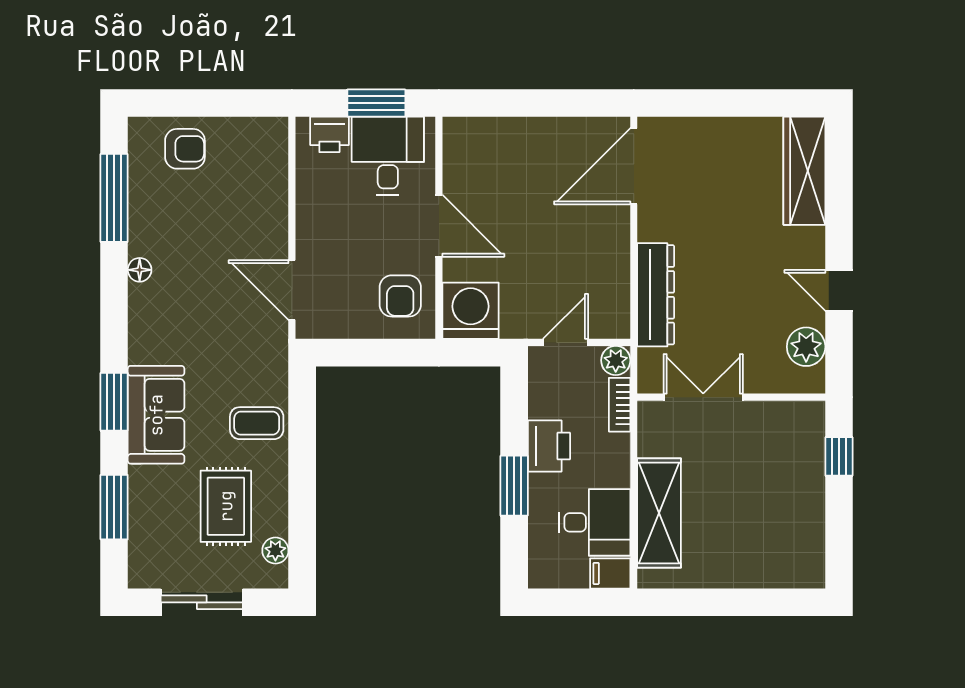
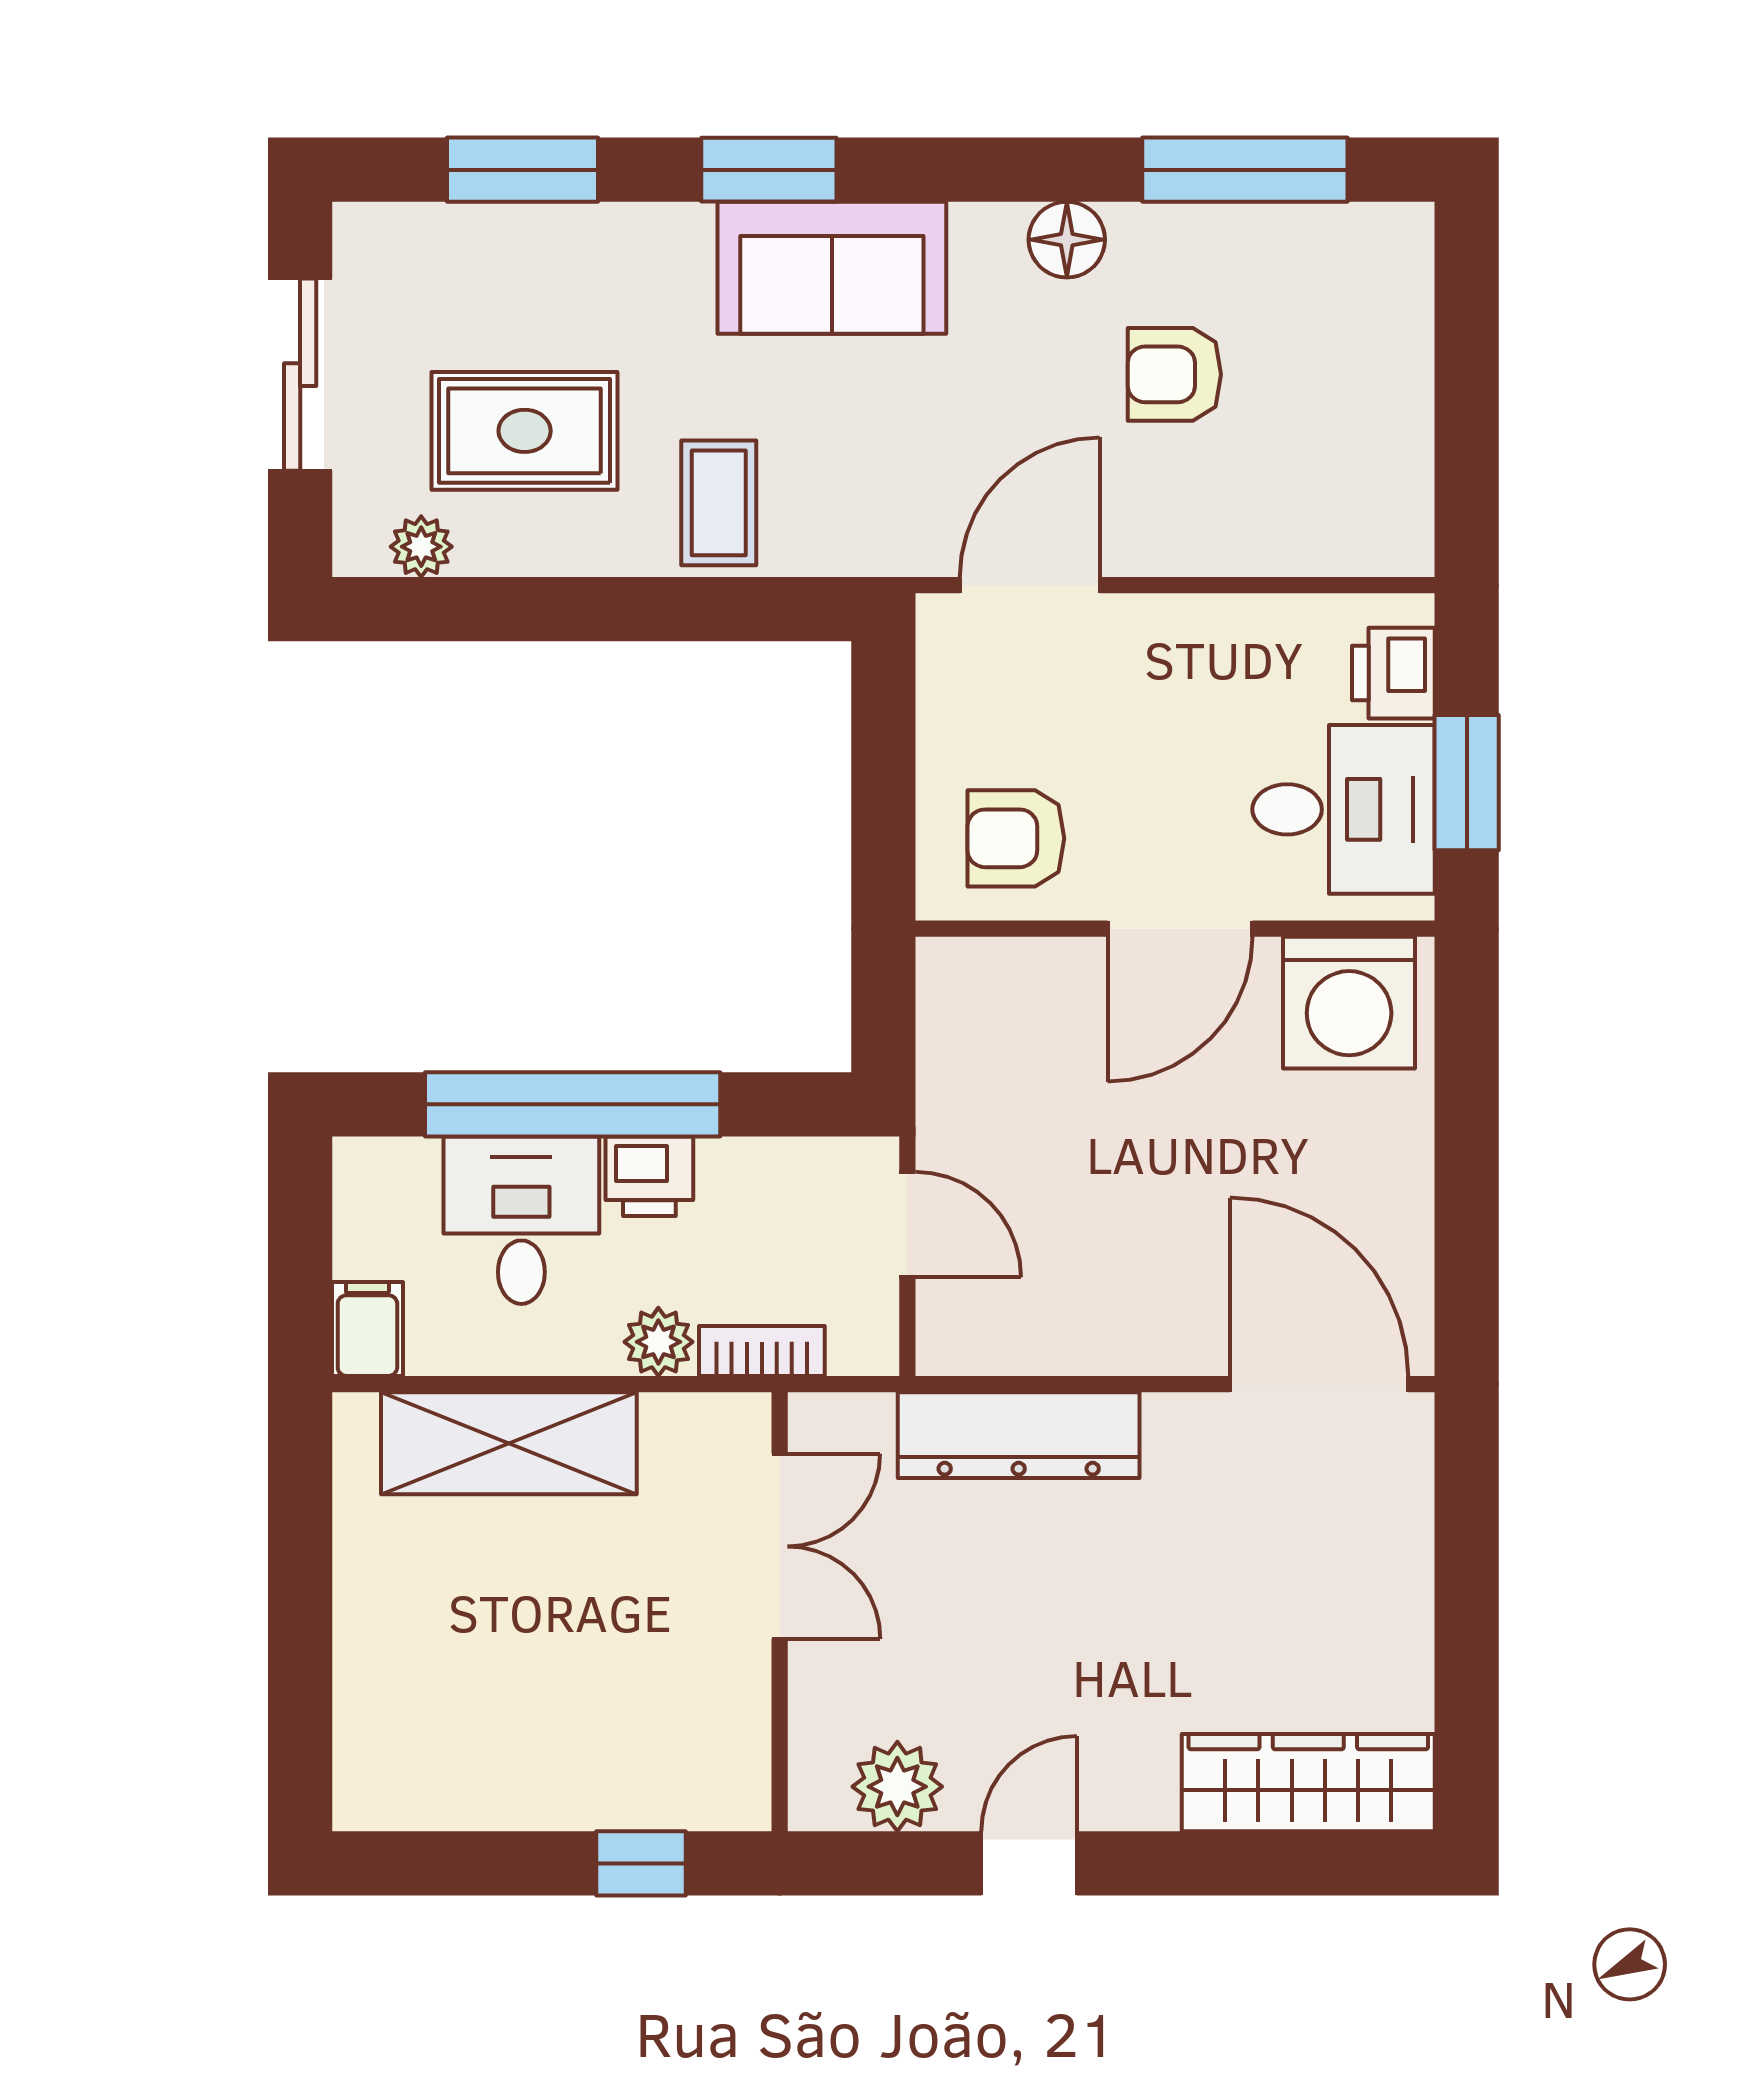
armchair: (185, 149) -> (1174, 374), moved, turned 90
floor lamp: (140, 270) -> (1067, 240), width x1.37, depth x1.37
washing machine: (471, 311) -> (1349, 1003), moved, turned 90
plant: (616, 360) -> (658, 1342), moved
sofa: (156, 415) -> (832, 268), moved
printer: (549, 446) -> (649, 1176), width x0.73, depth x0.81
window: (514, 486) -> (573, 1104), width x2.11
desk: (594, 522) -> (521, 1220), moved, turned 180

